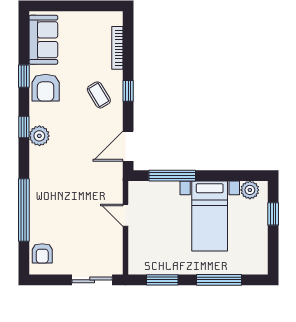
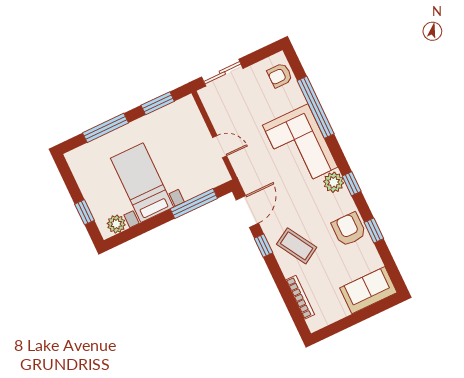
sofa: (43, 40) -> (368, 290), moved, turned 90
window: (128, 91) -> (264, 246), moved
coffee table: (99, 95) -> (297, 246), width x1.36, depth x1.30
corner sofa: (54, 182) -> (300, 146), added
armchair: (42, 253) -> (280, 75), turned -90

